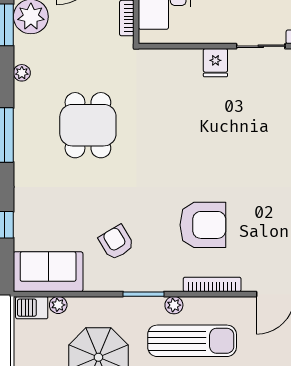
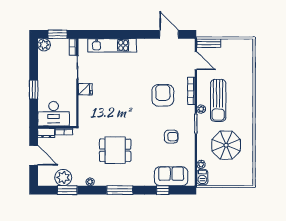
armchair: (116, 242) -> (171, 137), turned -149
sofa: (48, 272) -> (171, 176), moved, turned 90
sun lounger: (192, 341) -> (218, 100), turned 180

